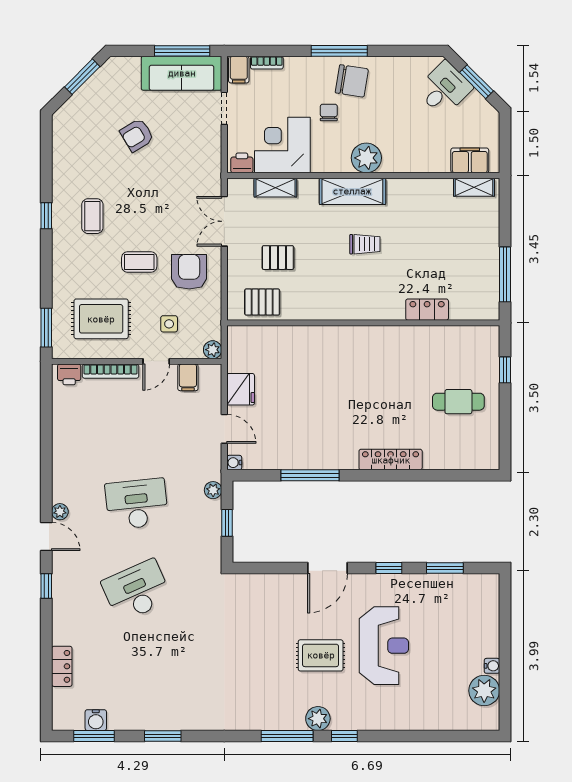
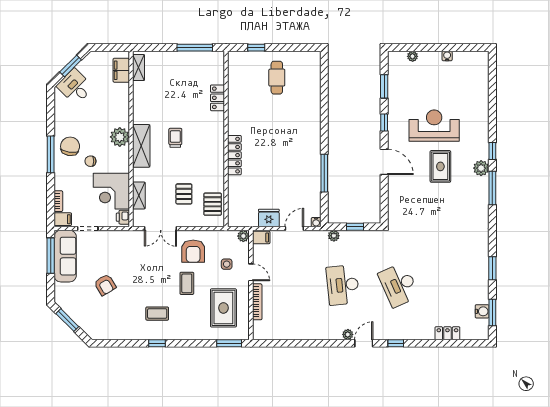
armchair: (189, 272) -> (193, 251), turned -90
printer: (69, 374) -> (259, 329), removed
filing cabinet: (188, 377) -> (261, 237), moved
locker: (391, 460) -> (234, 155), moved, turned 180
plant: (484, 691) -> (413, 56), moved, width x0.53, depth x0.53

